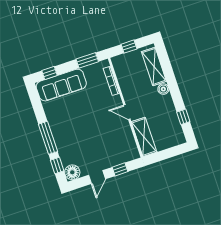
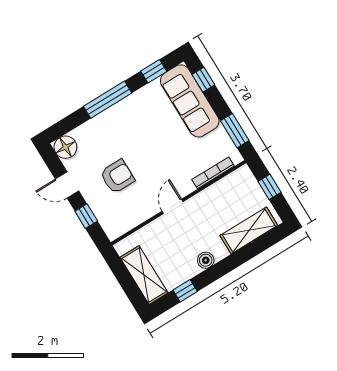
boiler: (163, 89) -> (206, 260), moved
shelving: (144, 137) -> (144, 275), moved, turned 90
armchair: (99, 143) -> (117, 176), added
window: (57, 166) -> (154, 71), moved

